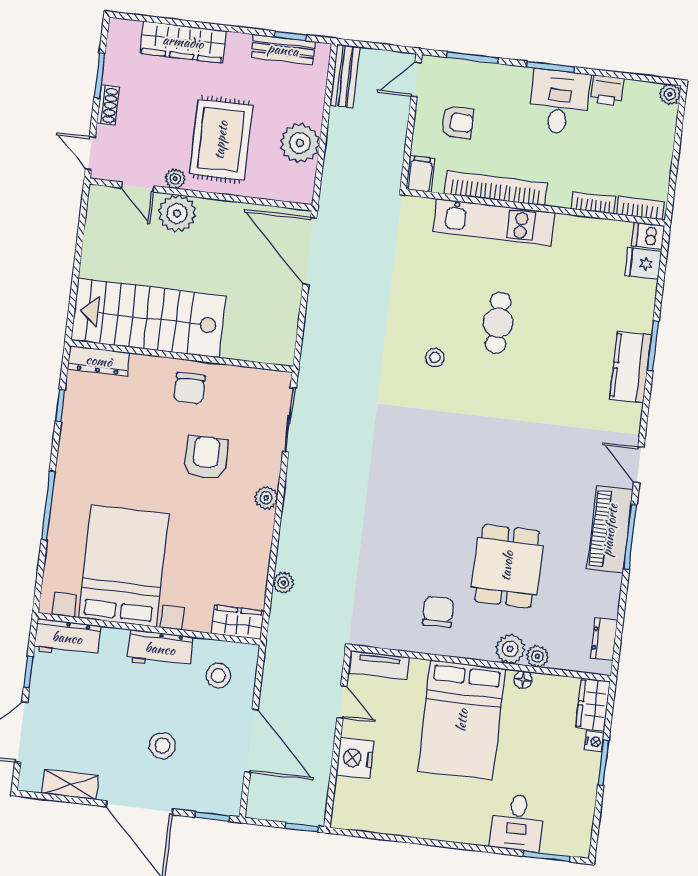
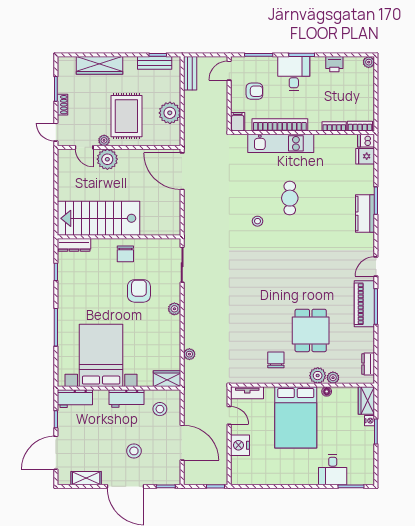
desk: (559, 102) -> (294, 74), moved
door: (639, 465) -> (376, 267), hinge flipped

